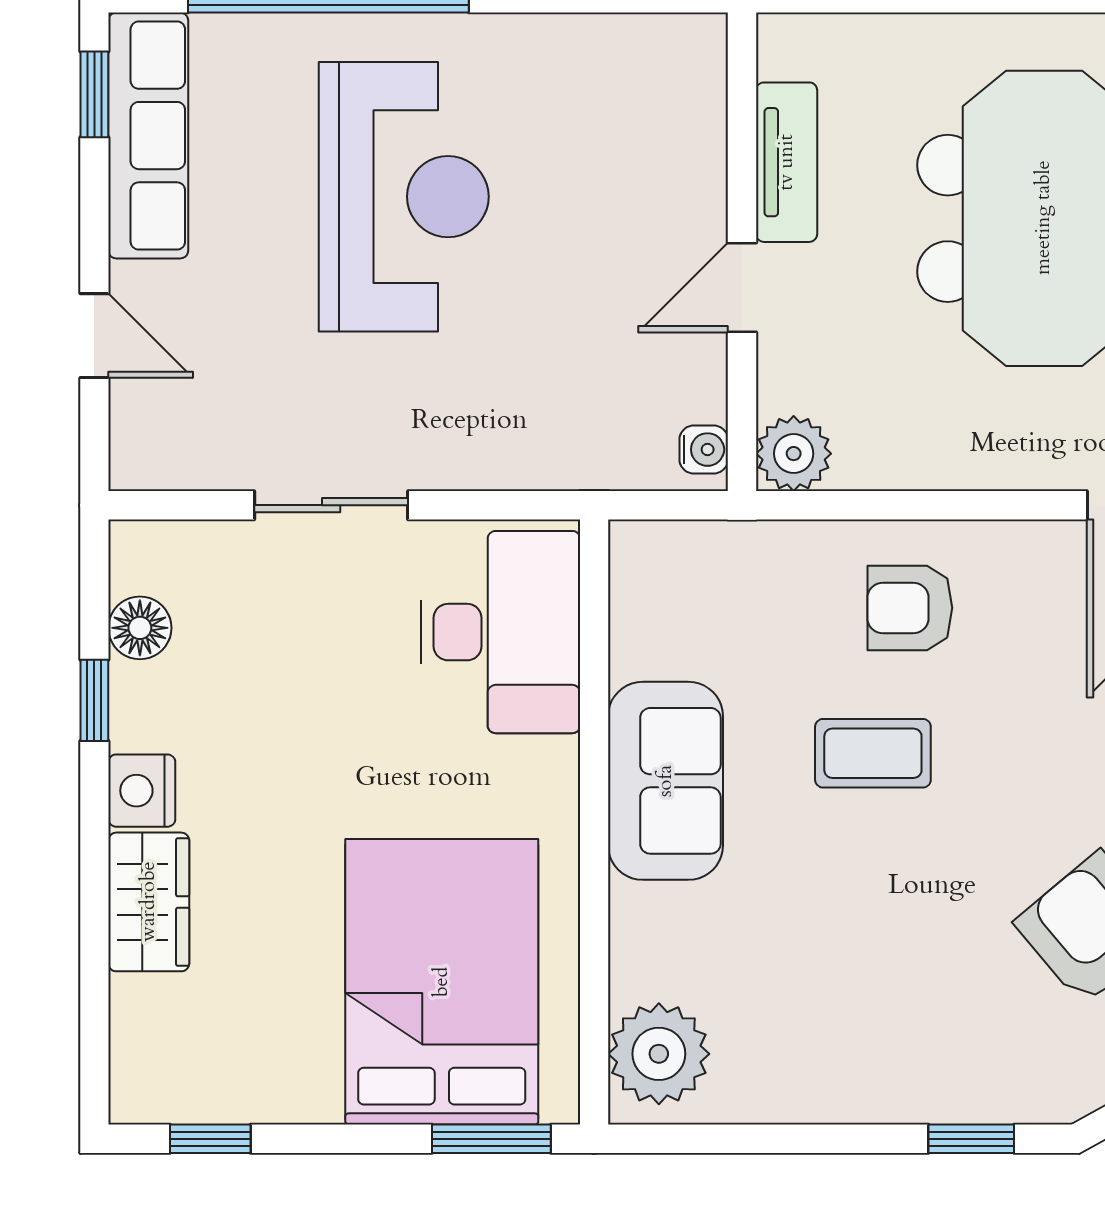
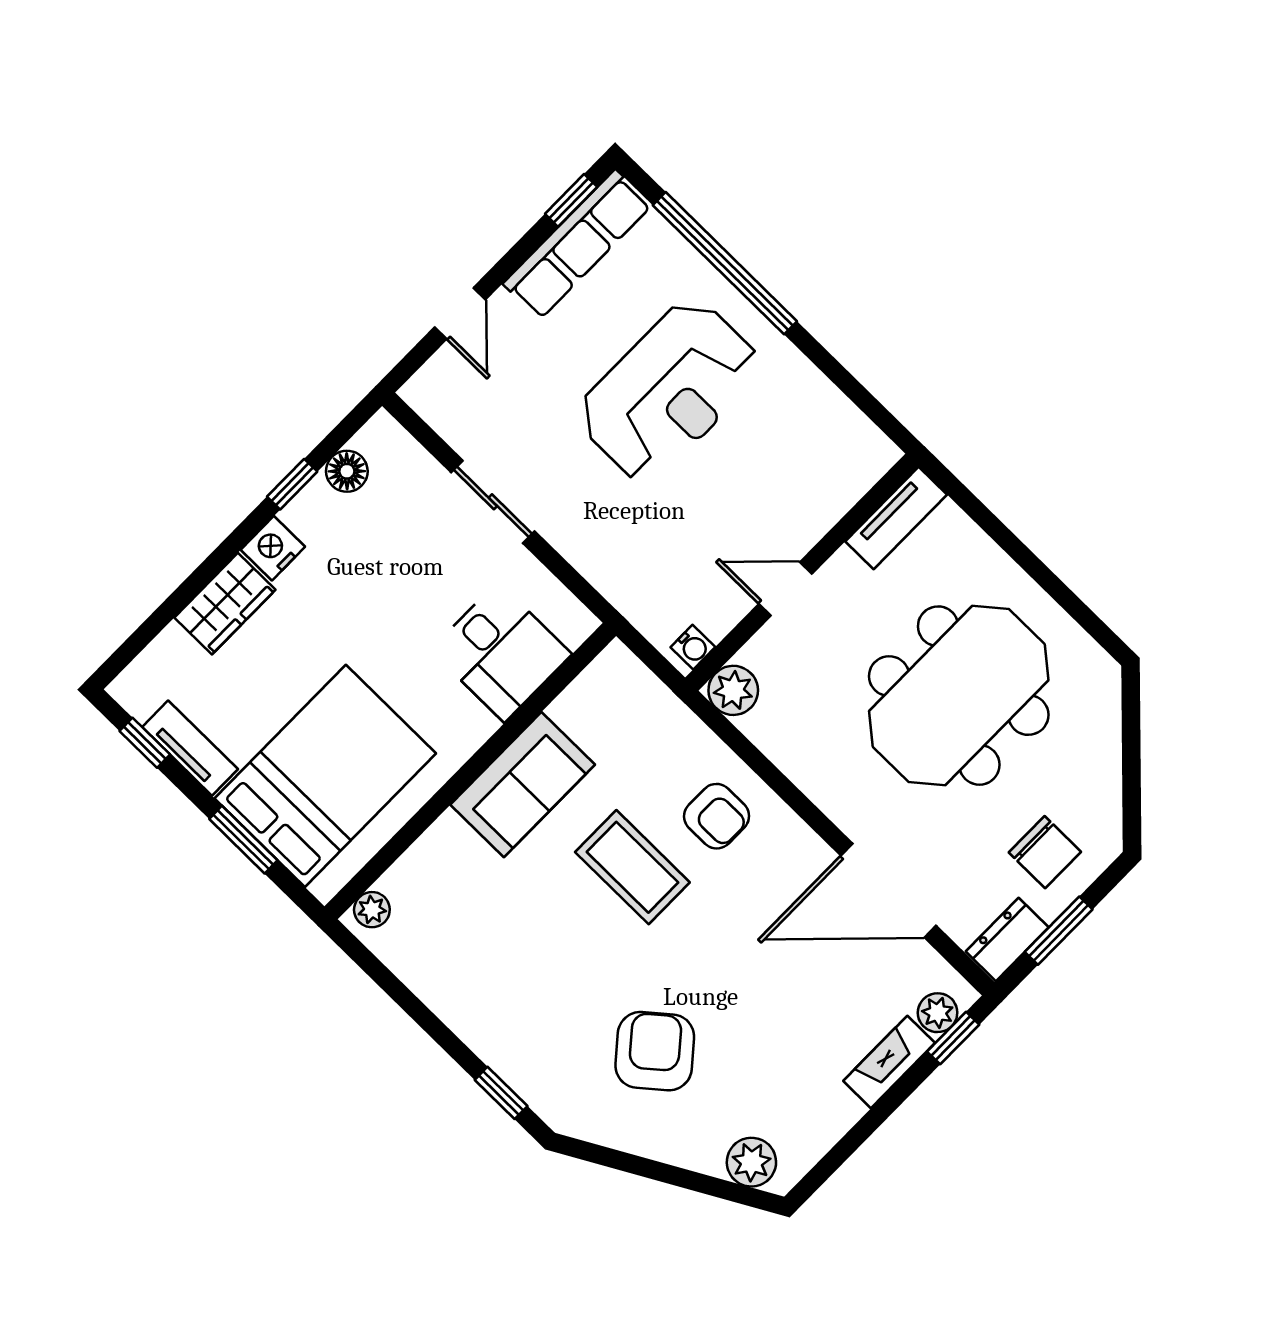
tv unit: (787, 162) -> (896, 518), moved
armchair: (910, 608) -> (717, 816), turned 180
desk: (501, 632) -> (501, 652), width x0.73
coffee table: (873, 753) -> (632, 867), width x1.36, depth x1.30
plant: (659, 1054) -> (372, 910), width x0.53, depth x0.53
tv unit: (265, 1096) -> (190, 748), added
window: (491, 1139) -> (243, 840), moved

